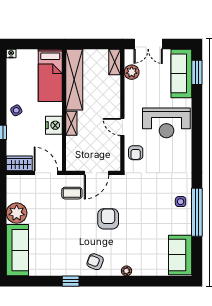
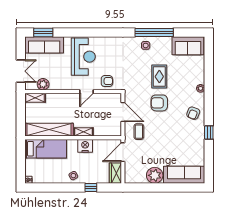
rug: (141, 219) -> (159, 77), added

